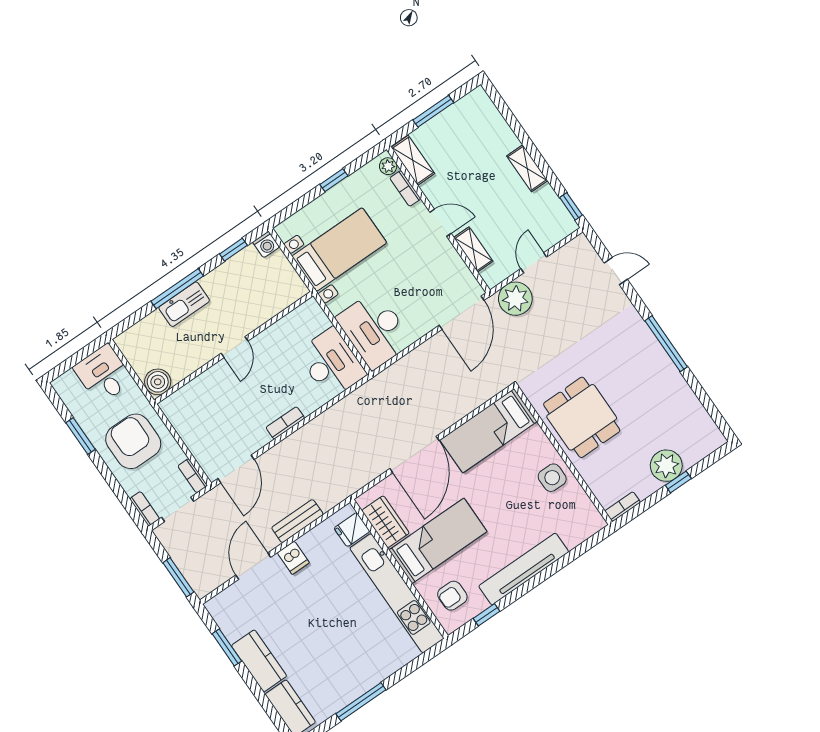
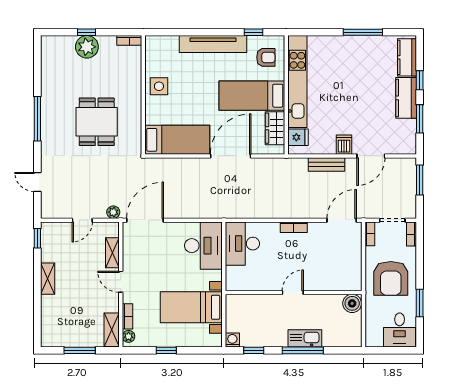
plant: (515, 299) -> (113, 212), width x0.53, depth x0.53
desk: (103, 374) -> (400, 330), moved
dining table: (582, 417) -> (97, 122), moved
window: (258, 692) -> (420, 80), added

